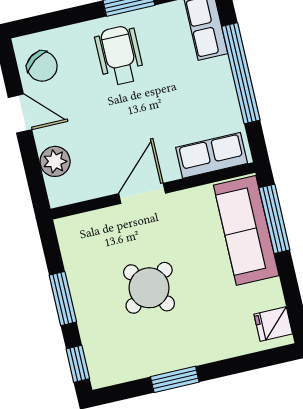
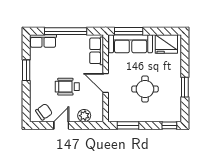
wheelchair: (119, 55) -> (67, 87), moved
round table: (149, 288) -> (145, 89), turned 36
window: (63, 299) -> (128, 125), moved
fridge: (273, 324) -> (166, 44), width x1.88, depth x1.34

